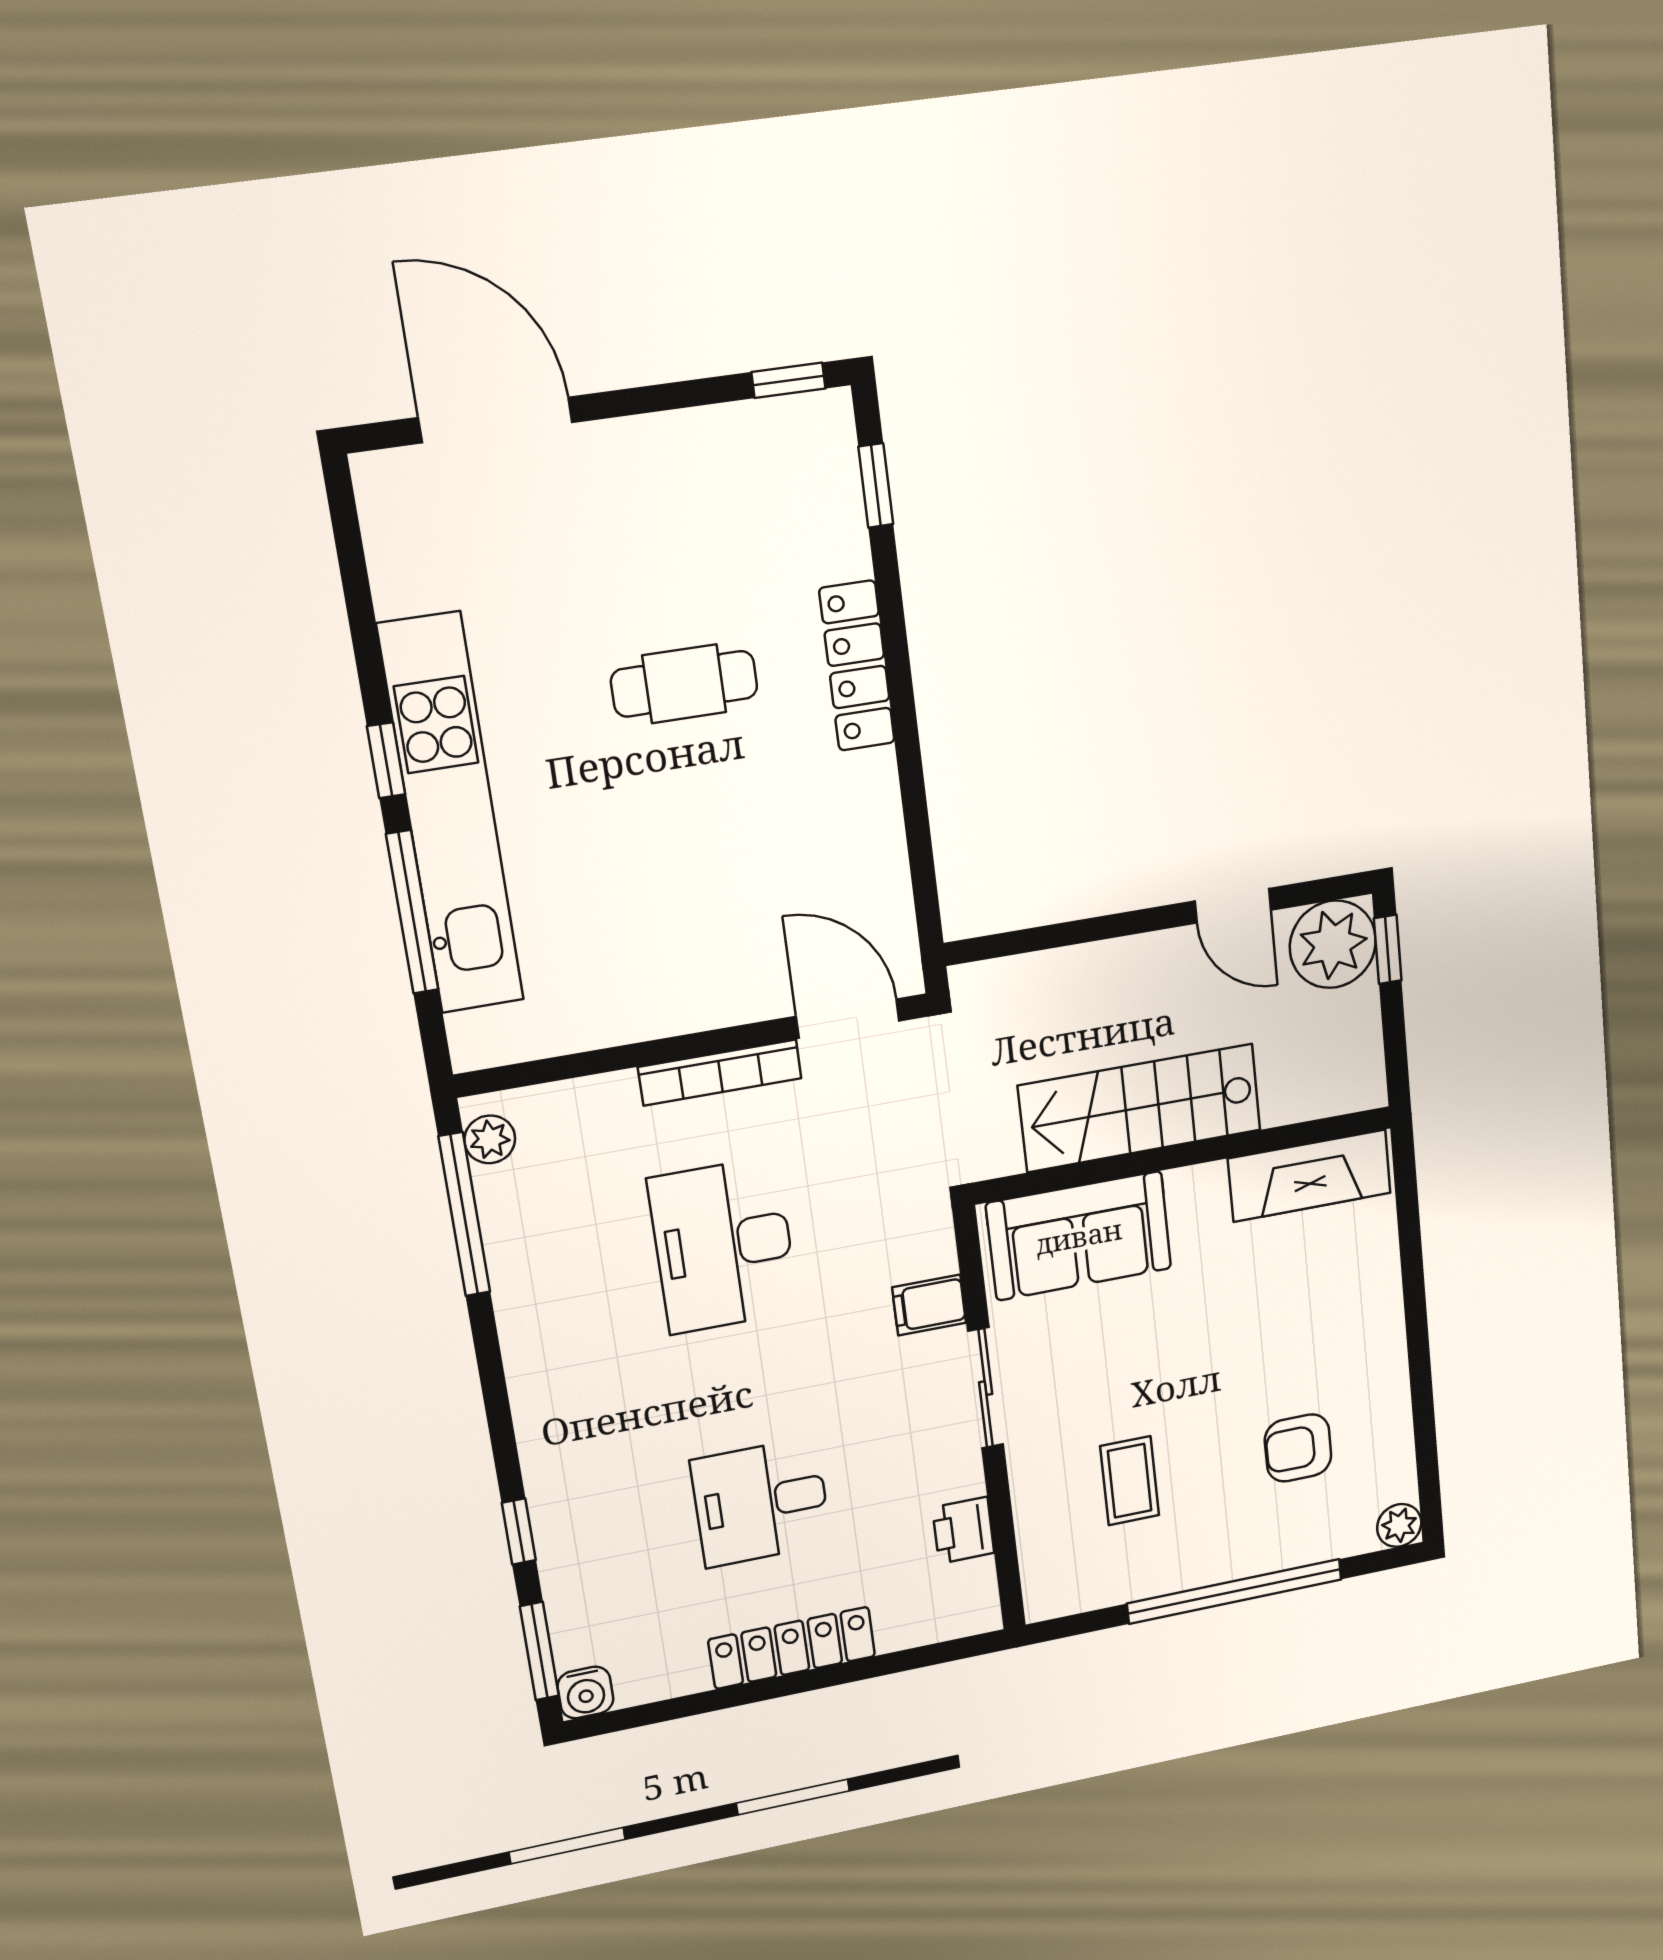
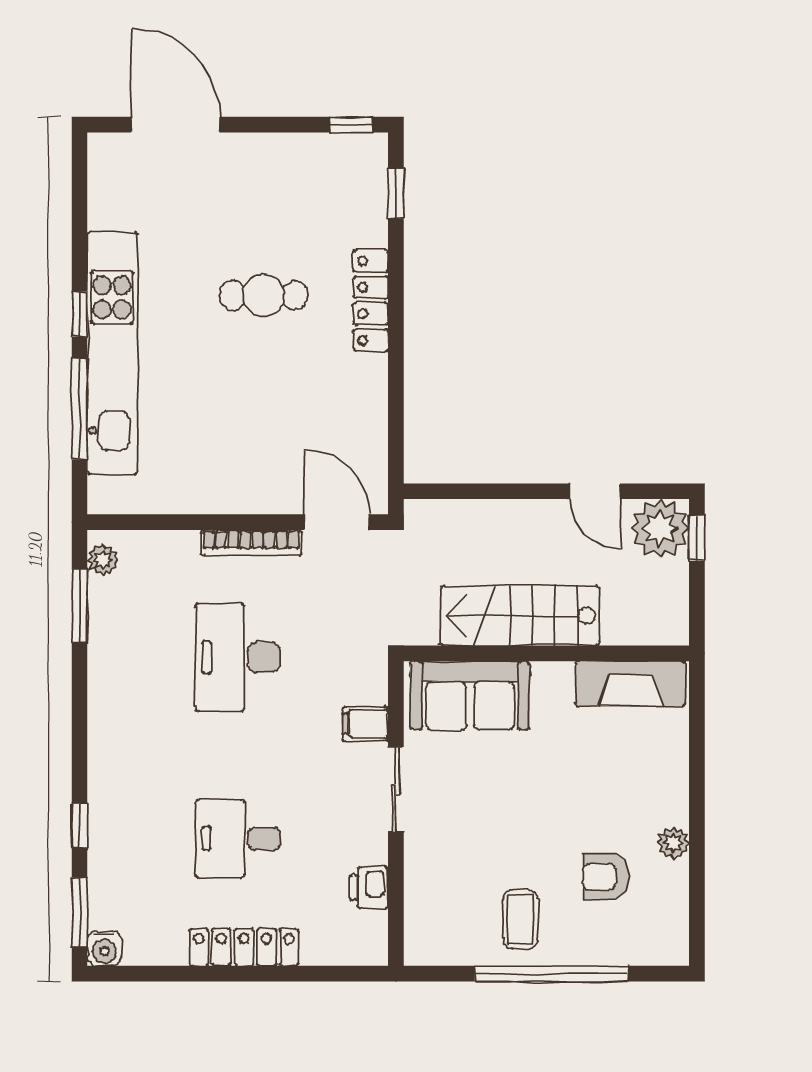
window: (464, 1215) -> (79, 606), width x0.69
coffee table: (1130, 1481) -> (520, 919), moved
plant: (1399, 1525) -> (673, 843), moved

